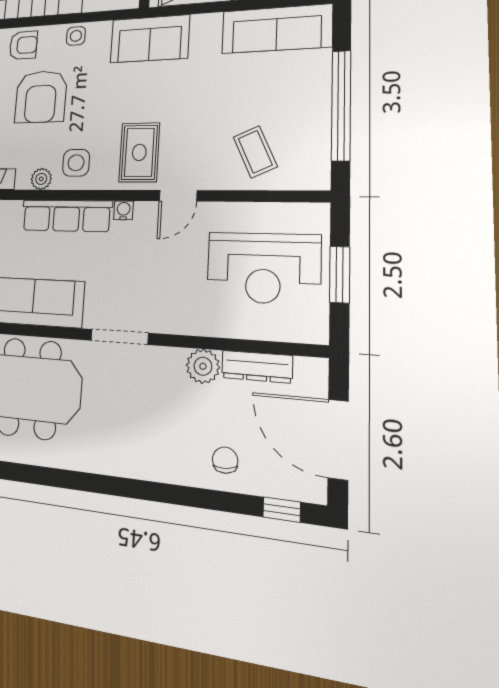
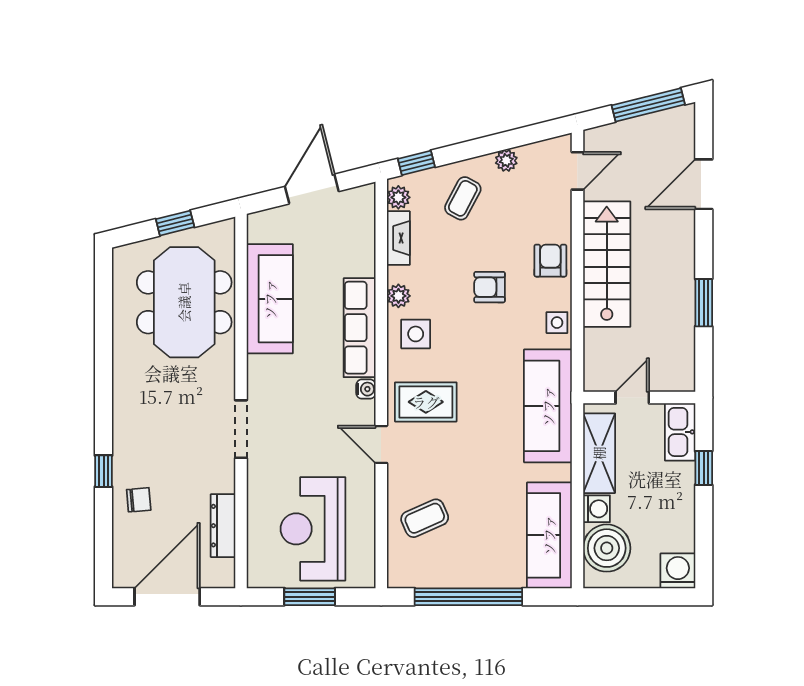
sofa: (150, 39) -> (548, 406), width x1.36
armchair: (23, 45) -> (550, 261), turned 180
armchair: (41, 97) -> (490, 287), width x0.53, depth x0.53
doorway: (119, 337) -> (241, 429), moved
plant: (203, 366) -> (219, 476), removed
window: (282, 510) -> (104, 471), moved

